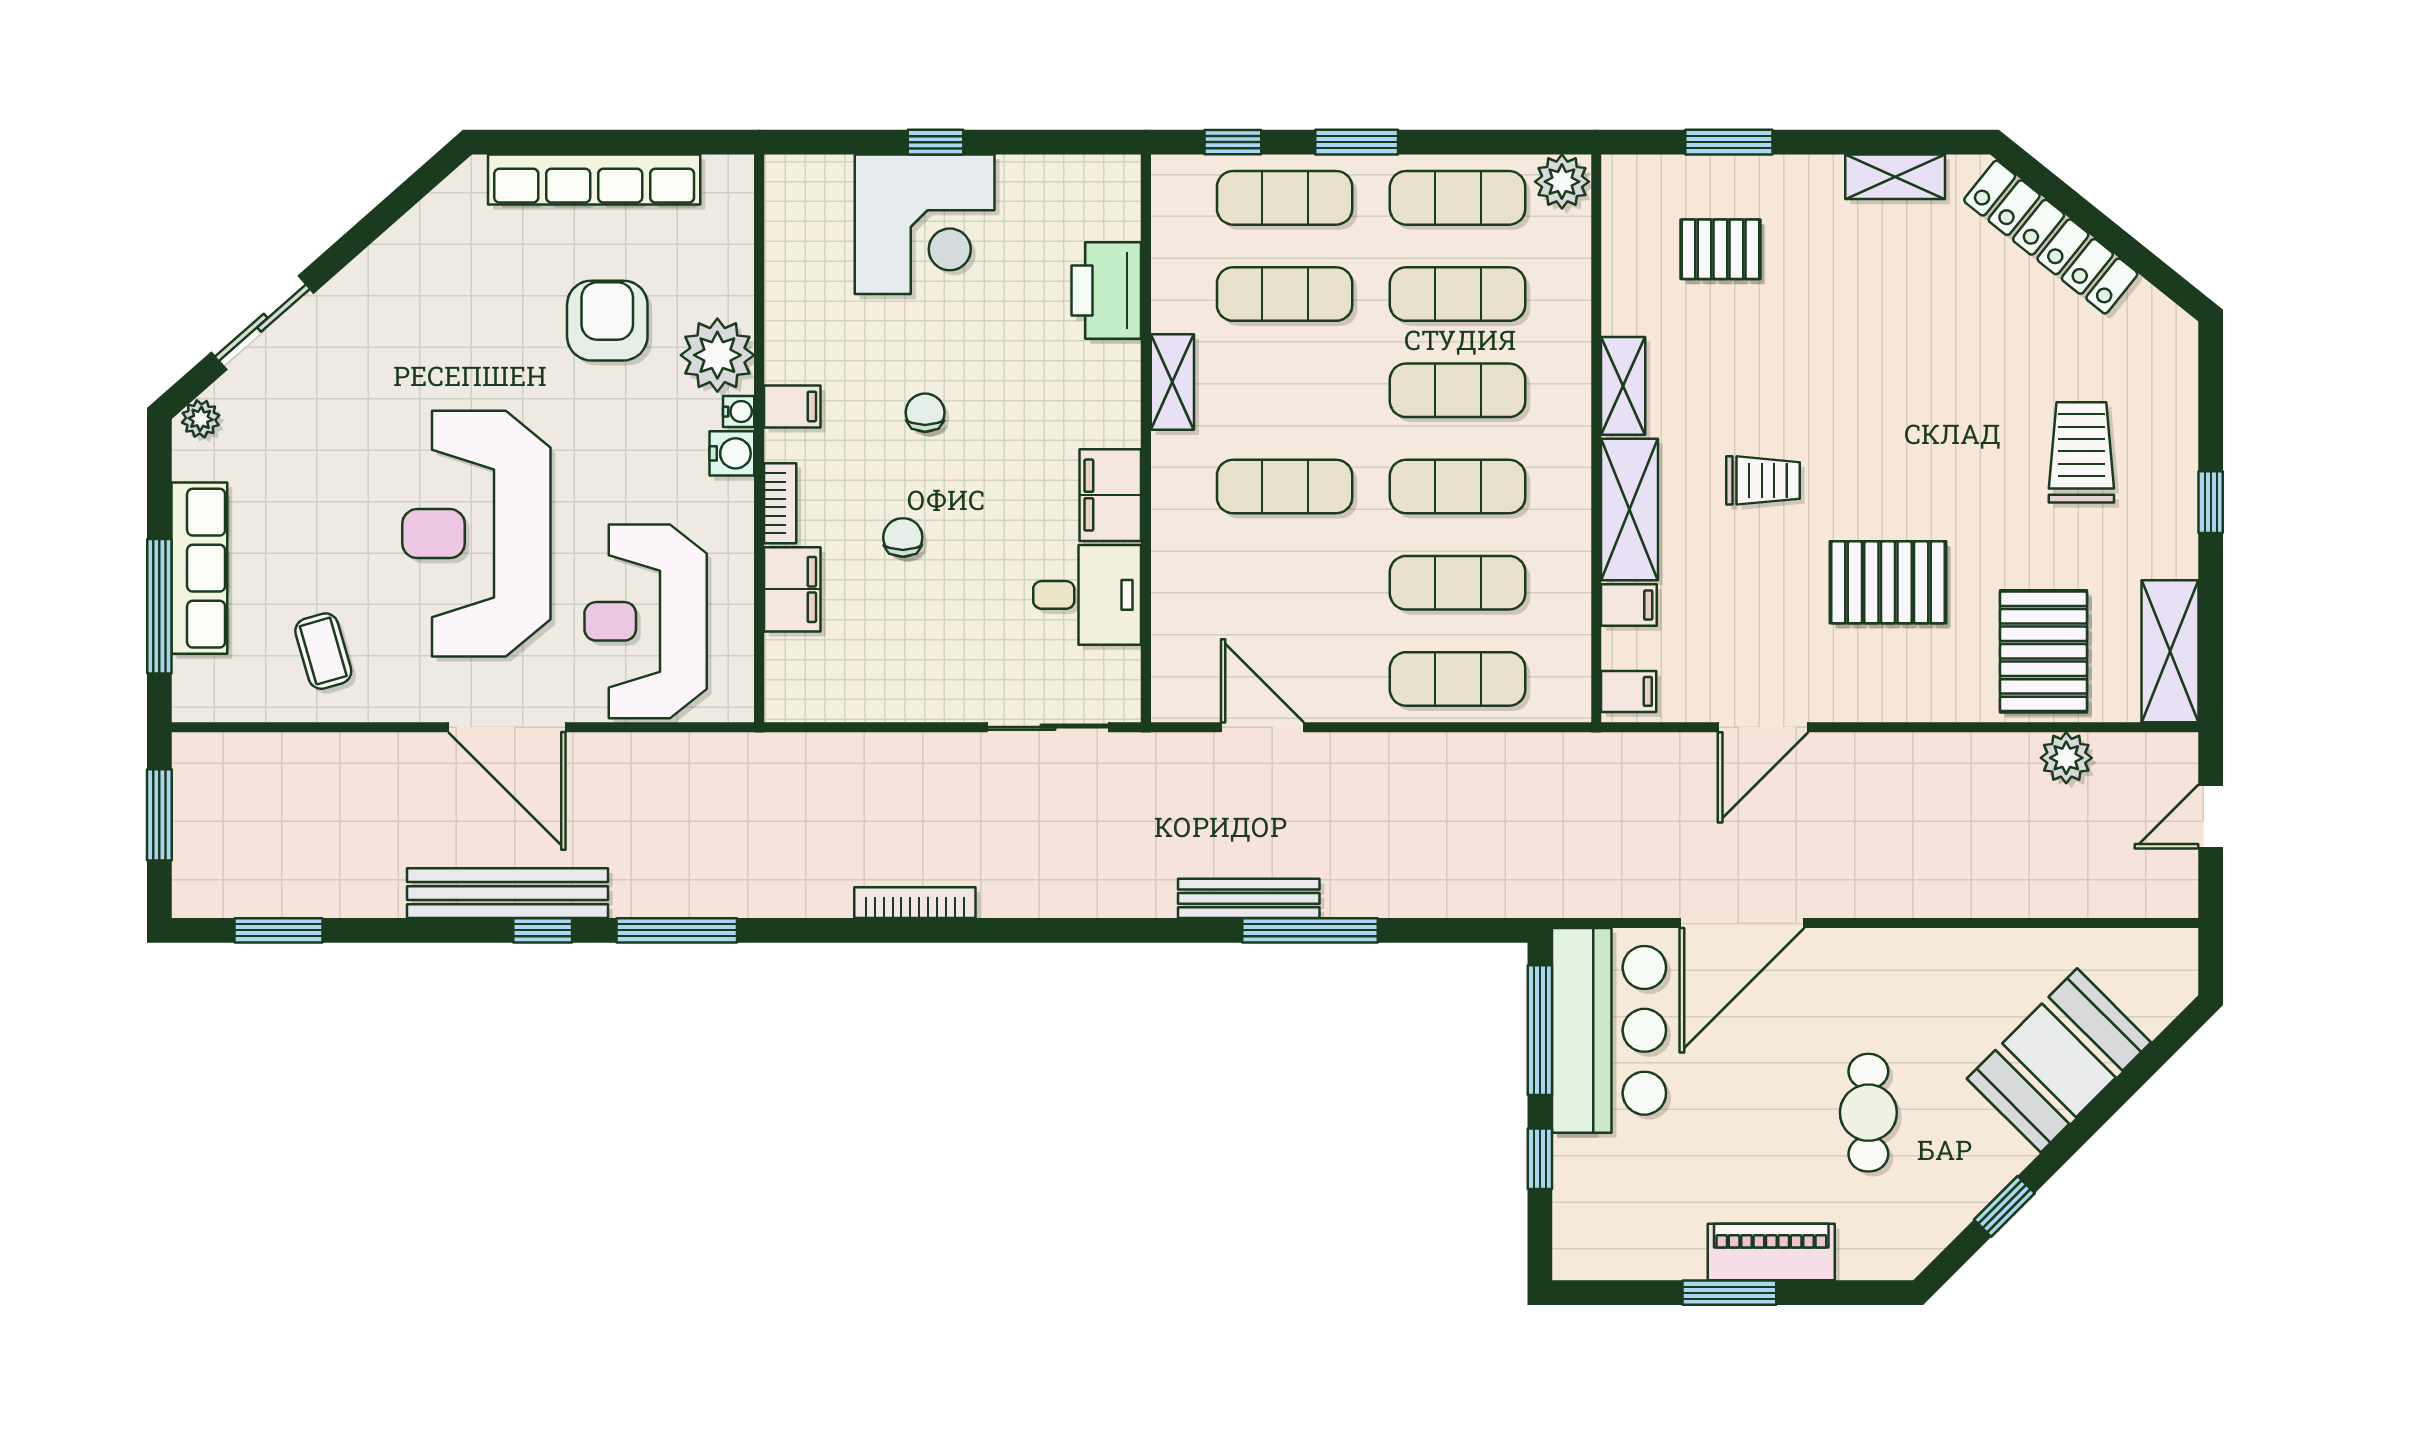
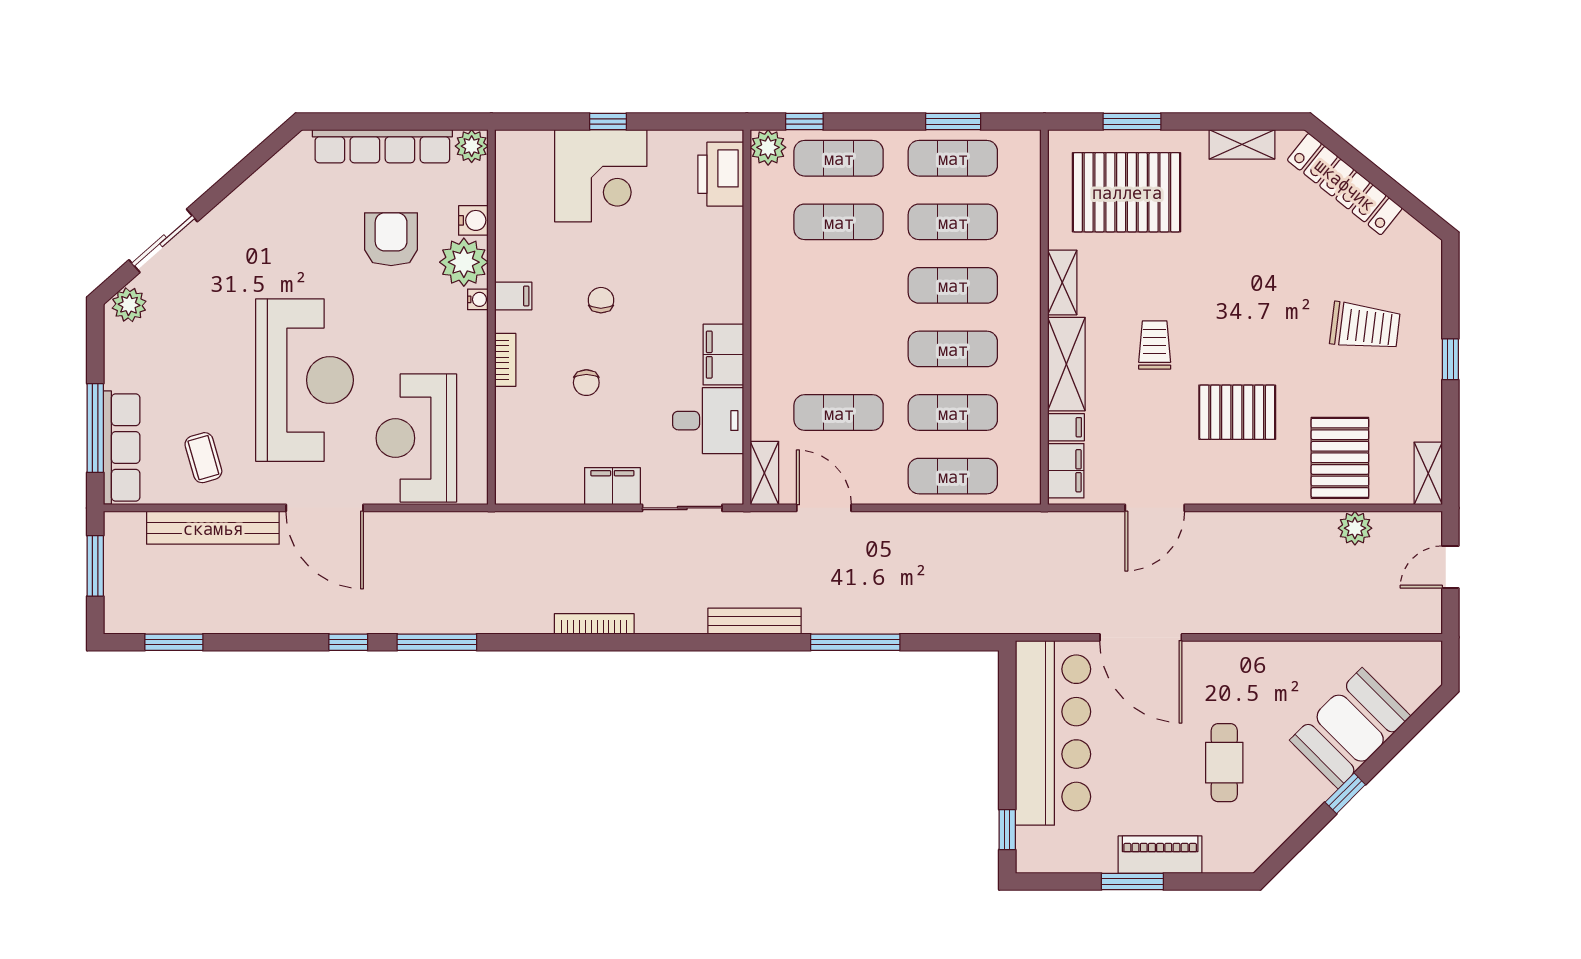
window: (1357, 142) -> (953, 121), moved
plant: (729, 180) -> (472, 146), added
plant: (1562, 182) -> (768, 147), moved
pallet: (1720, 249) -> (1127, 192), width x2.05, depth x2.00
printer: (1106, 291) -> (721, 174), moved
shelving: (1172, 382) -> (764, 473), moved
plant: (201, 419) -> (129, 305), width x1.38, depth x1.38
trolley: (2081, 452) -> (1365, 326), turned 97
water cooler: (732, 453) -> (473, 220), moved
trolley: (1763, 480) -> (1155, 345), turned -90
exercise mat: (1285, 486) -> (839, 413), moved
reception desk: (476, 534) -> (305, 380), turned 180
chair: (903, 537) -> (586, 383), turned 180
row of seats: (199, 568) -> (122, 447), moved
filing cabinet: (792, 589) -> (612, 486), moved, turned -90
shelving: (2170, 651) -> (1428, 473), width x0.67, depth x0.75
filing cabinet: (1629, 691) -> (1066, 471), width x2.00
bench: (507, 893) -> (213, 528), moved
bench: (1249, 898) -> (755, 621), moved
door: (1742, 923) -> (1141, 637), hinge flipped
window: (1540, 1030) -> (1007, 708), removed
bar counter: (1609, 1030) -> (1053, 733), width x1.36
window: (1540, 1159) -> (1007, 830), moved
window: (2004, 1206) -> (1345, 793), moved

